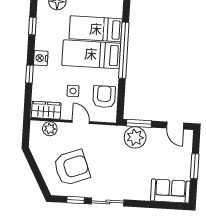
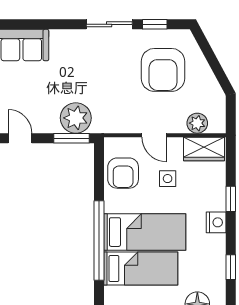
armchair: (72, 168) -> (163, 70), turned -69

